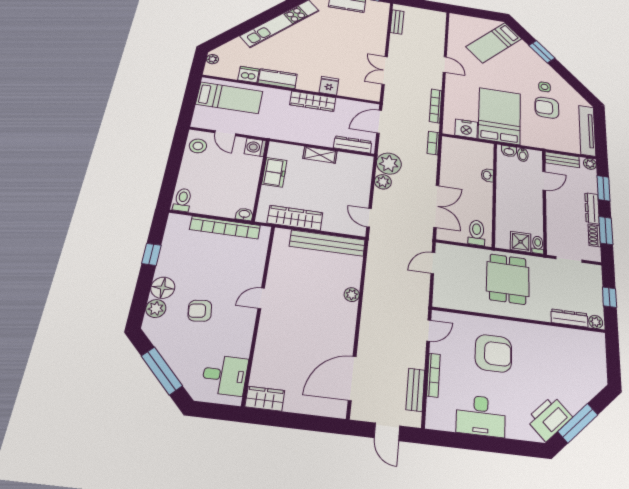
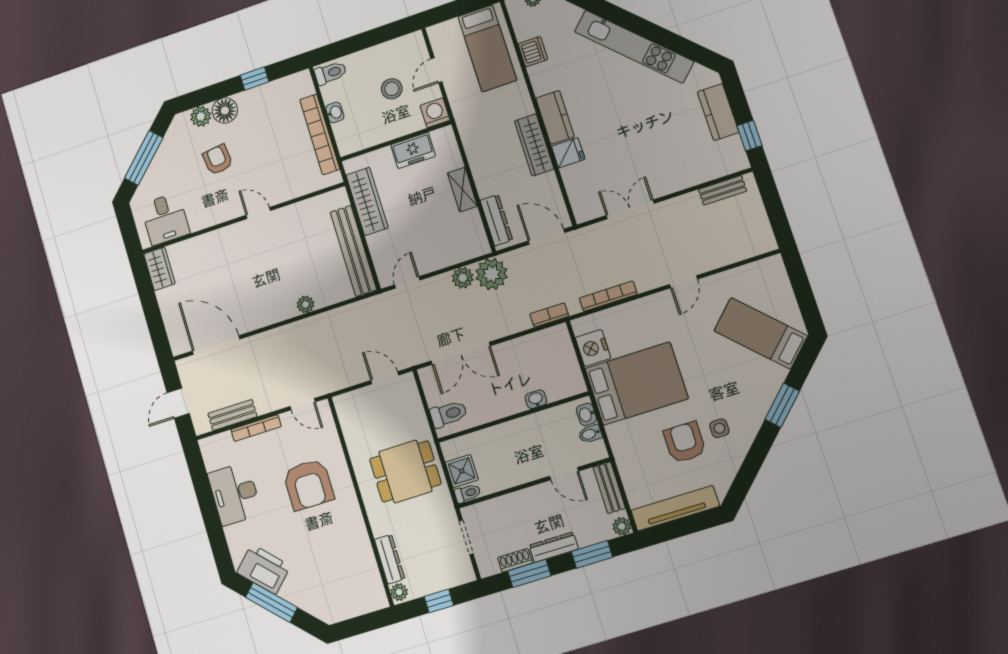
kitchen counter: (278, 79) -> (555, 117), moved
stool: (198, 146) -> (392, 89), moved
washbasin: (244, 214) -> (335, 112), moved

